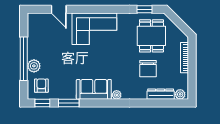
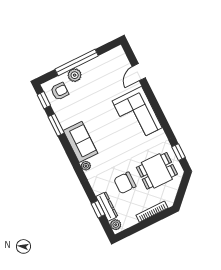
window: (159, 103) -> (98, 209), added

